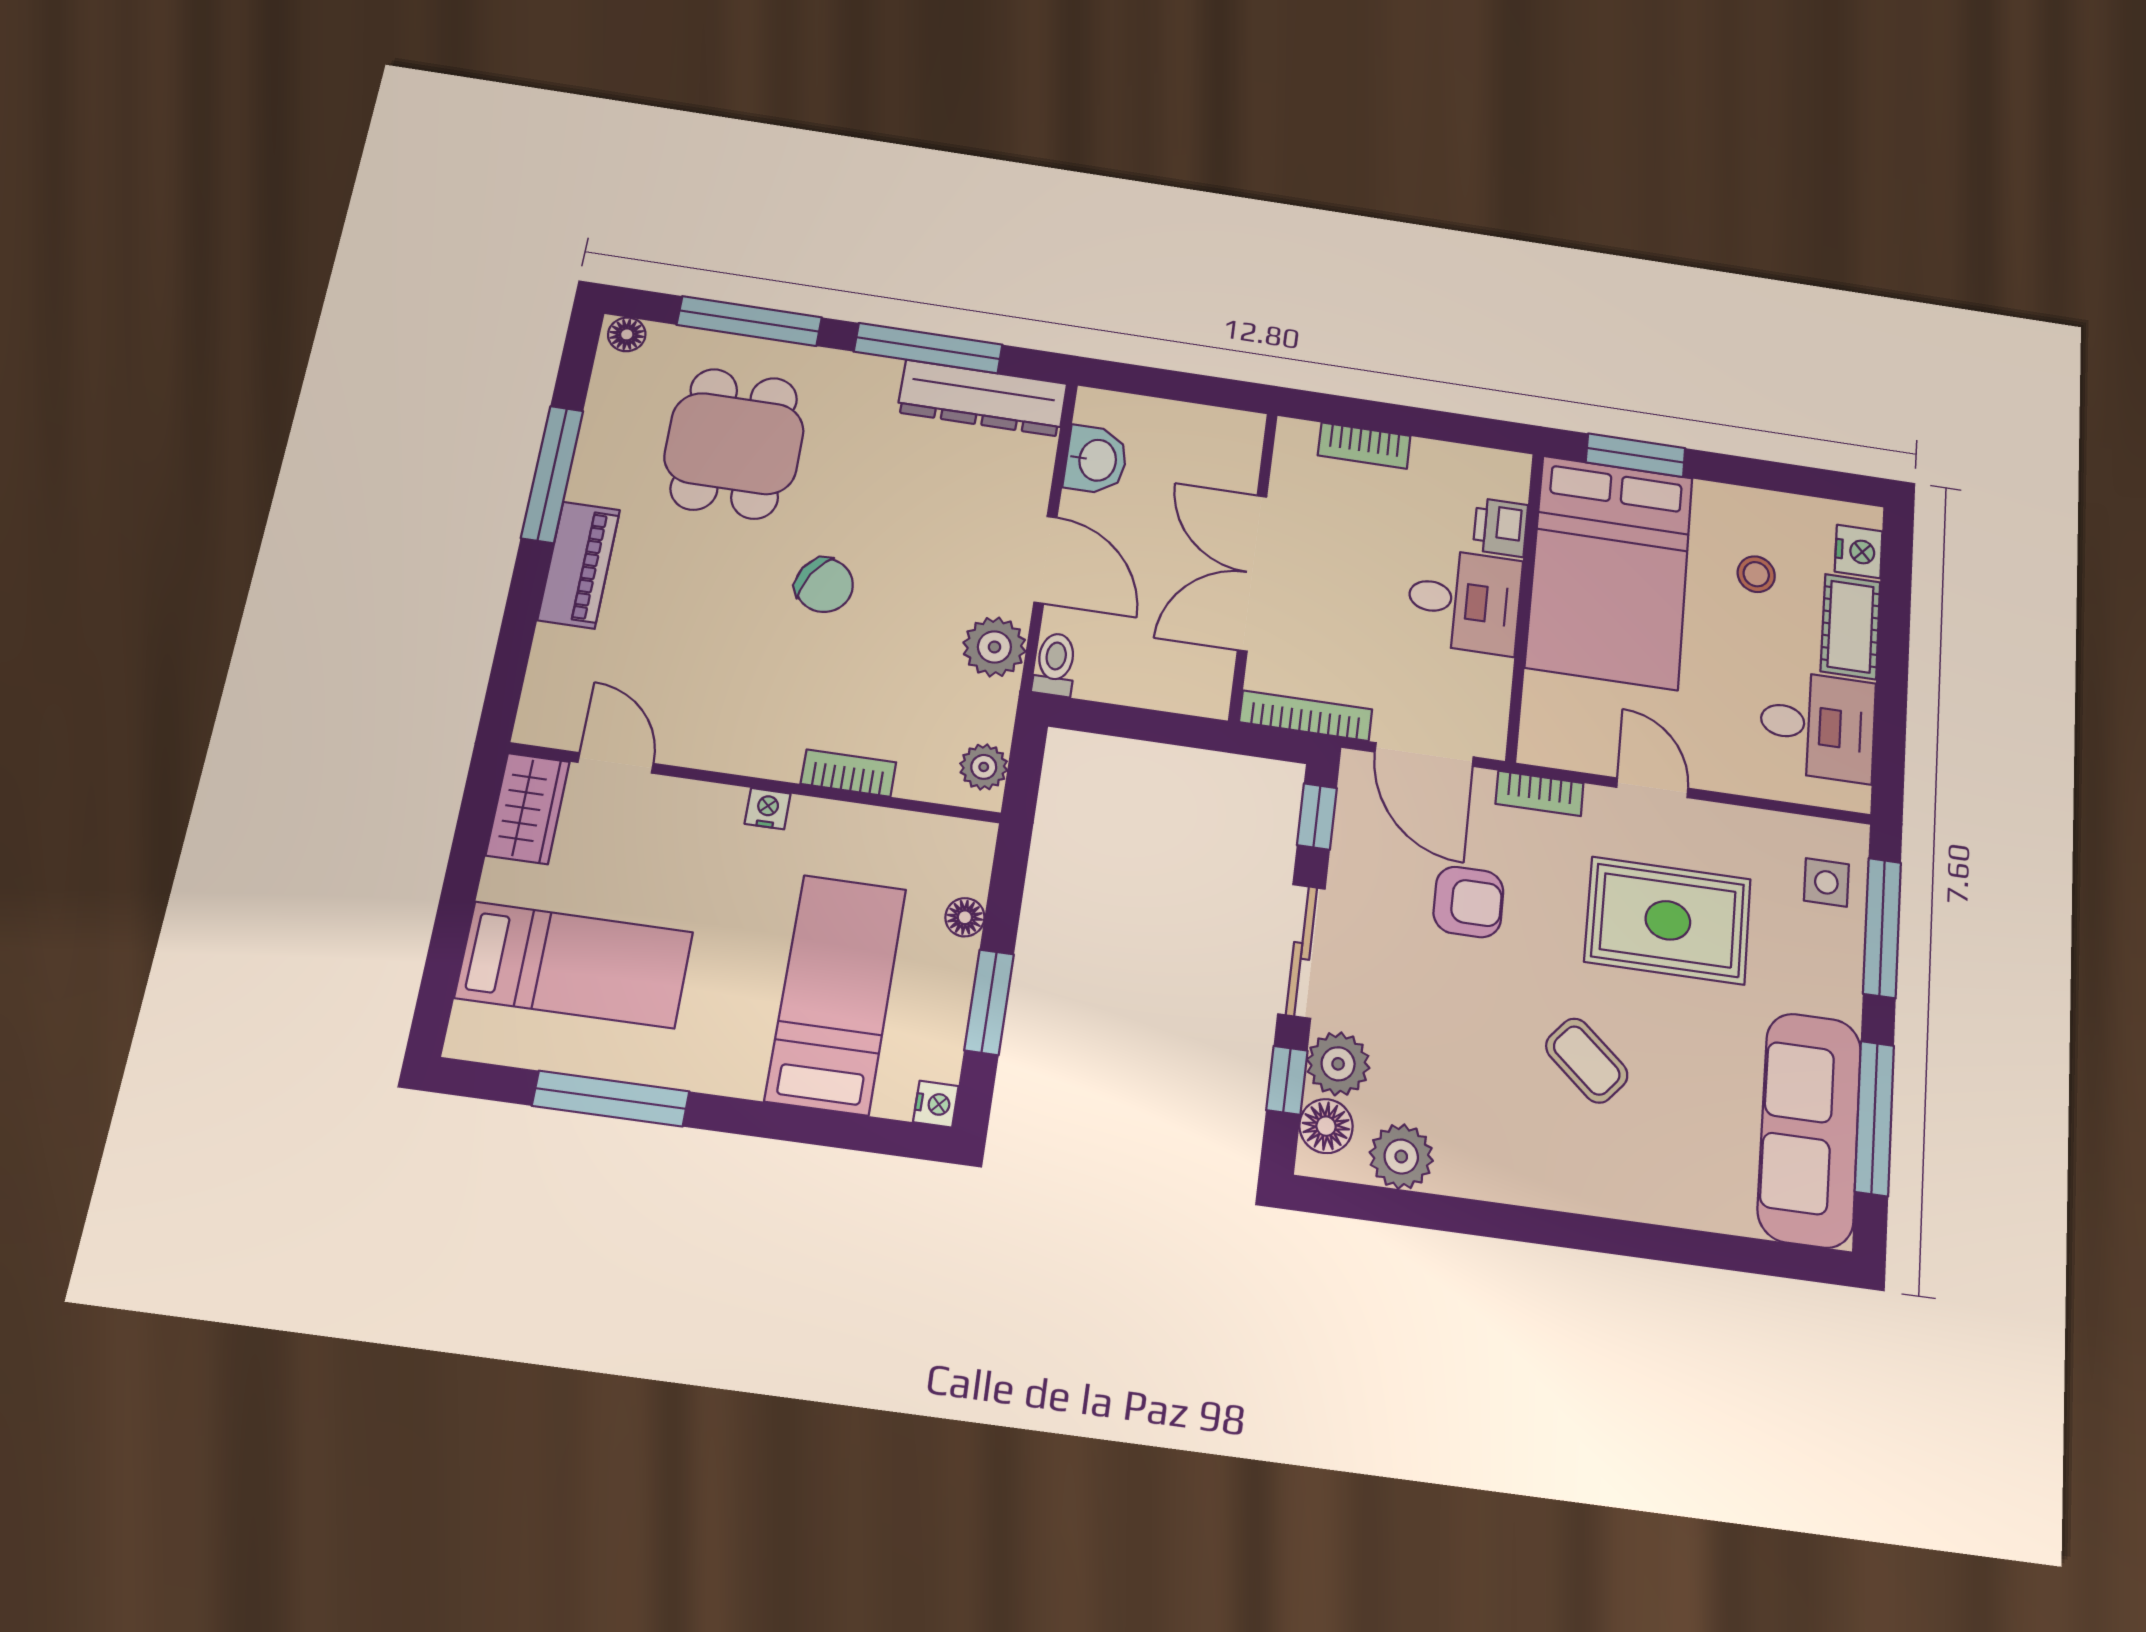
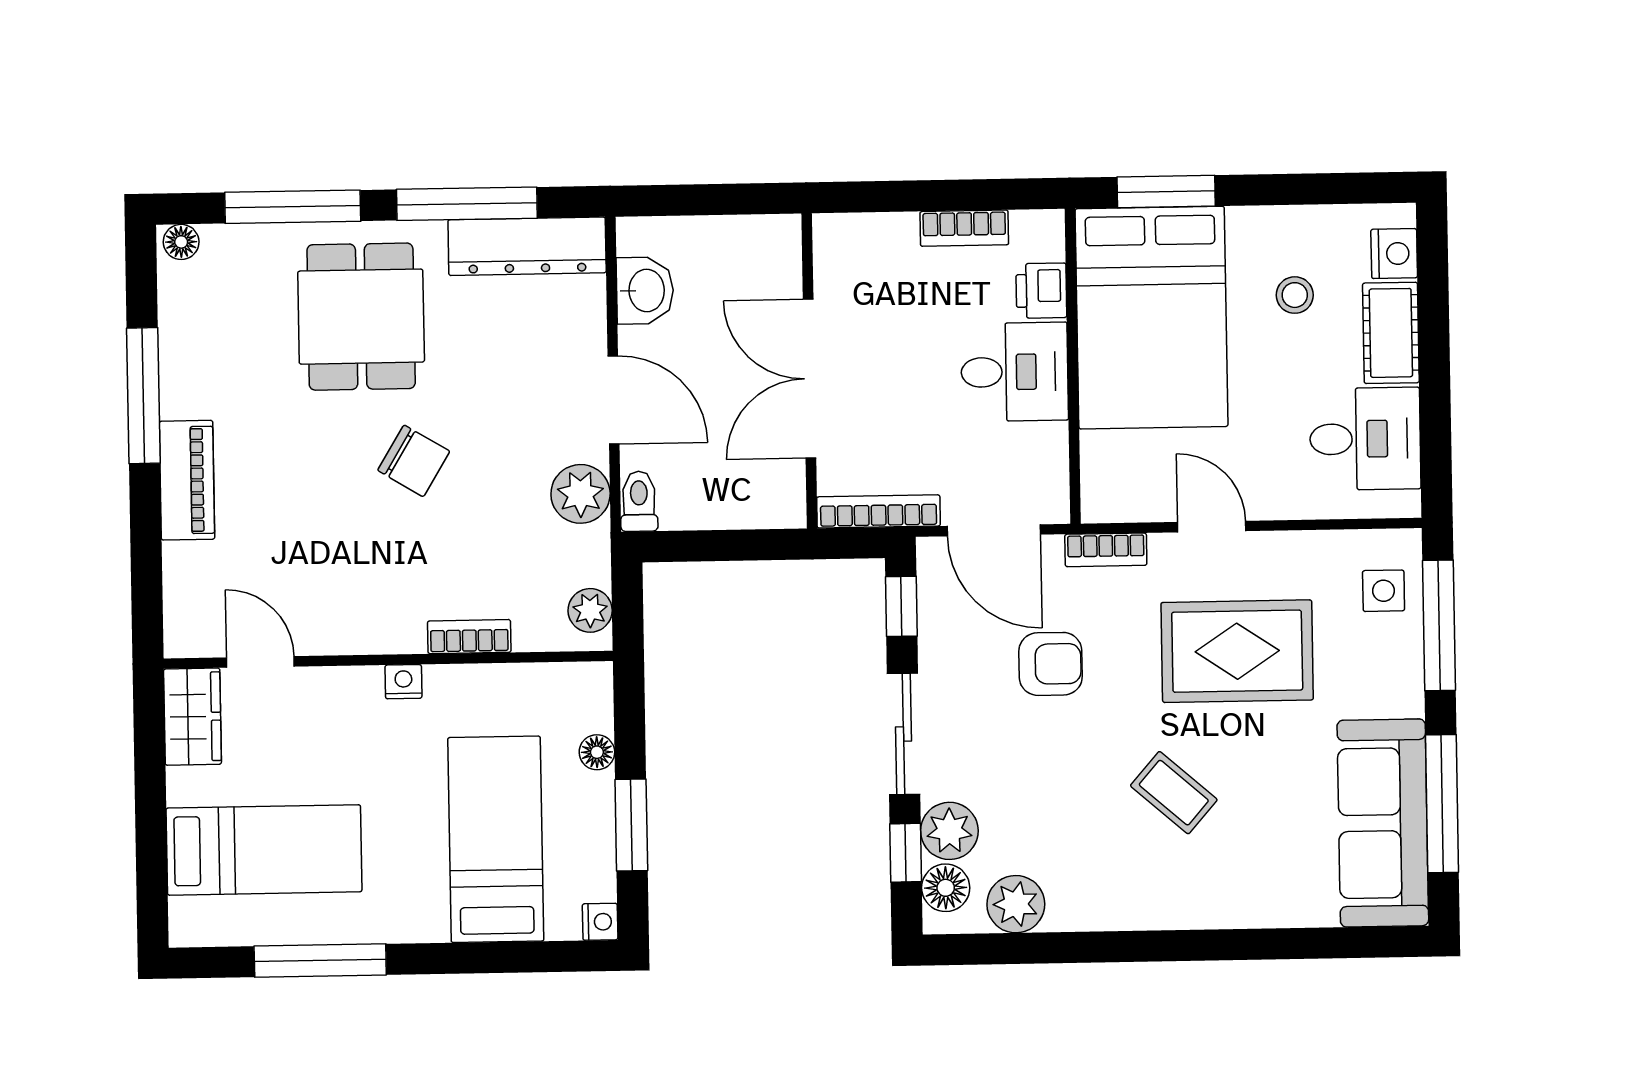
dining table: (734, 444) -> (361, 317), moved
bookcase: (1364, 446) -> (964, 228), moved

